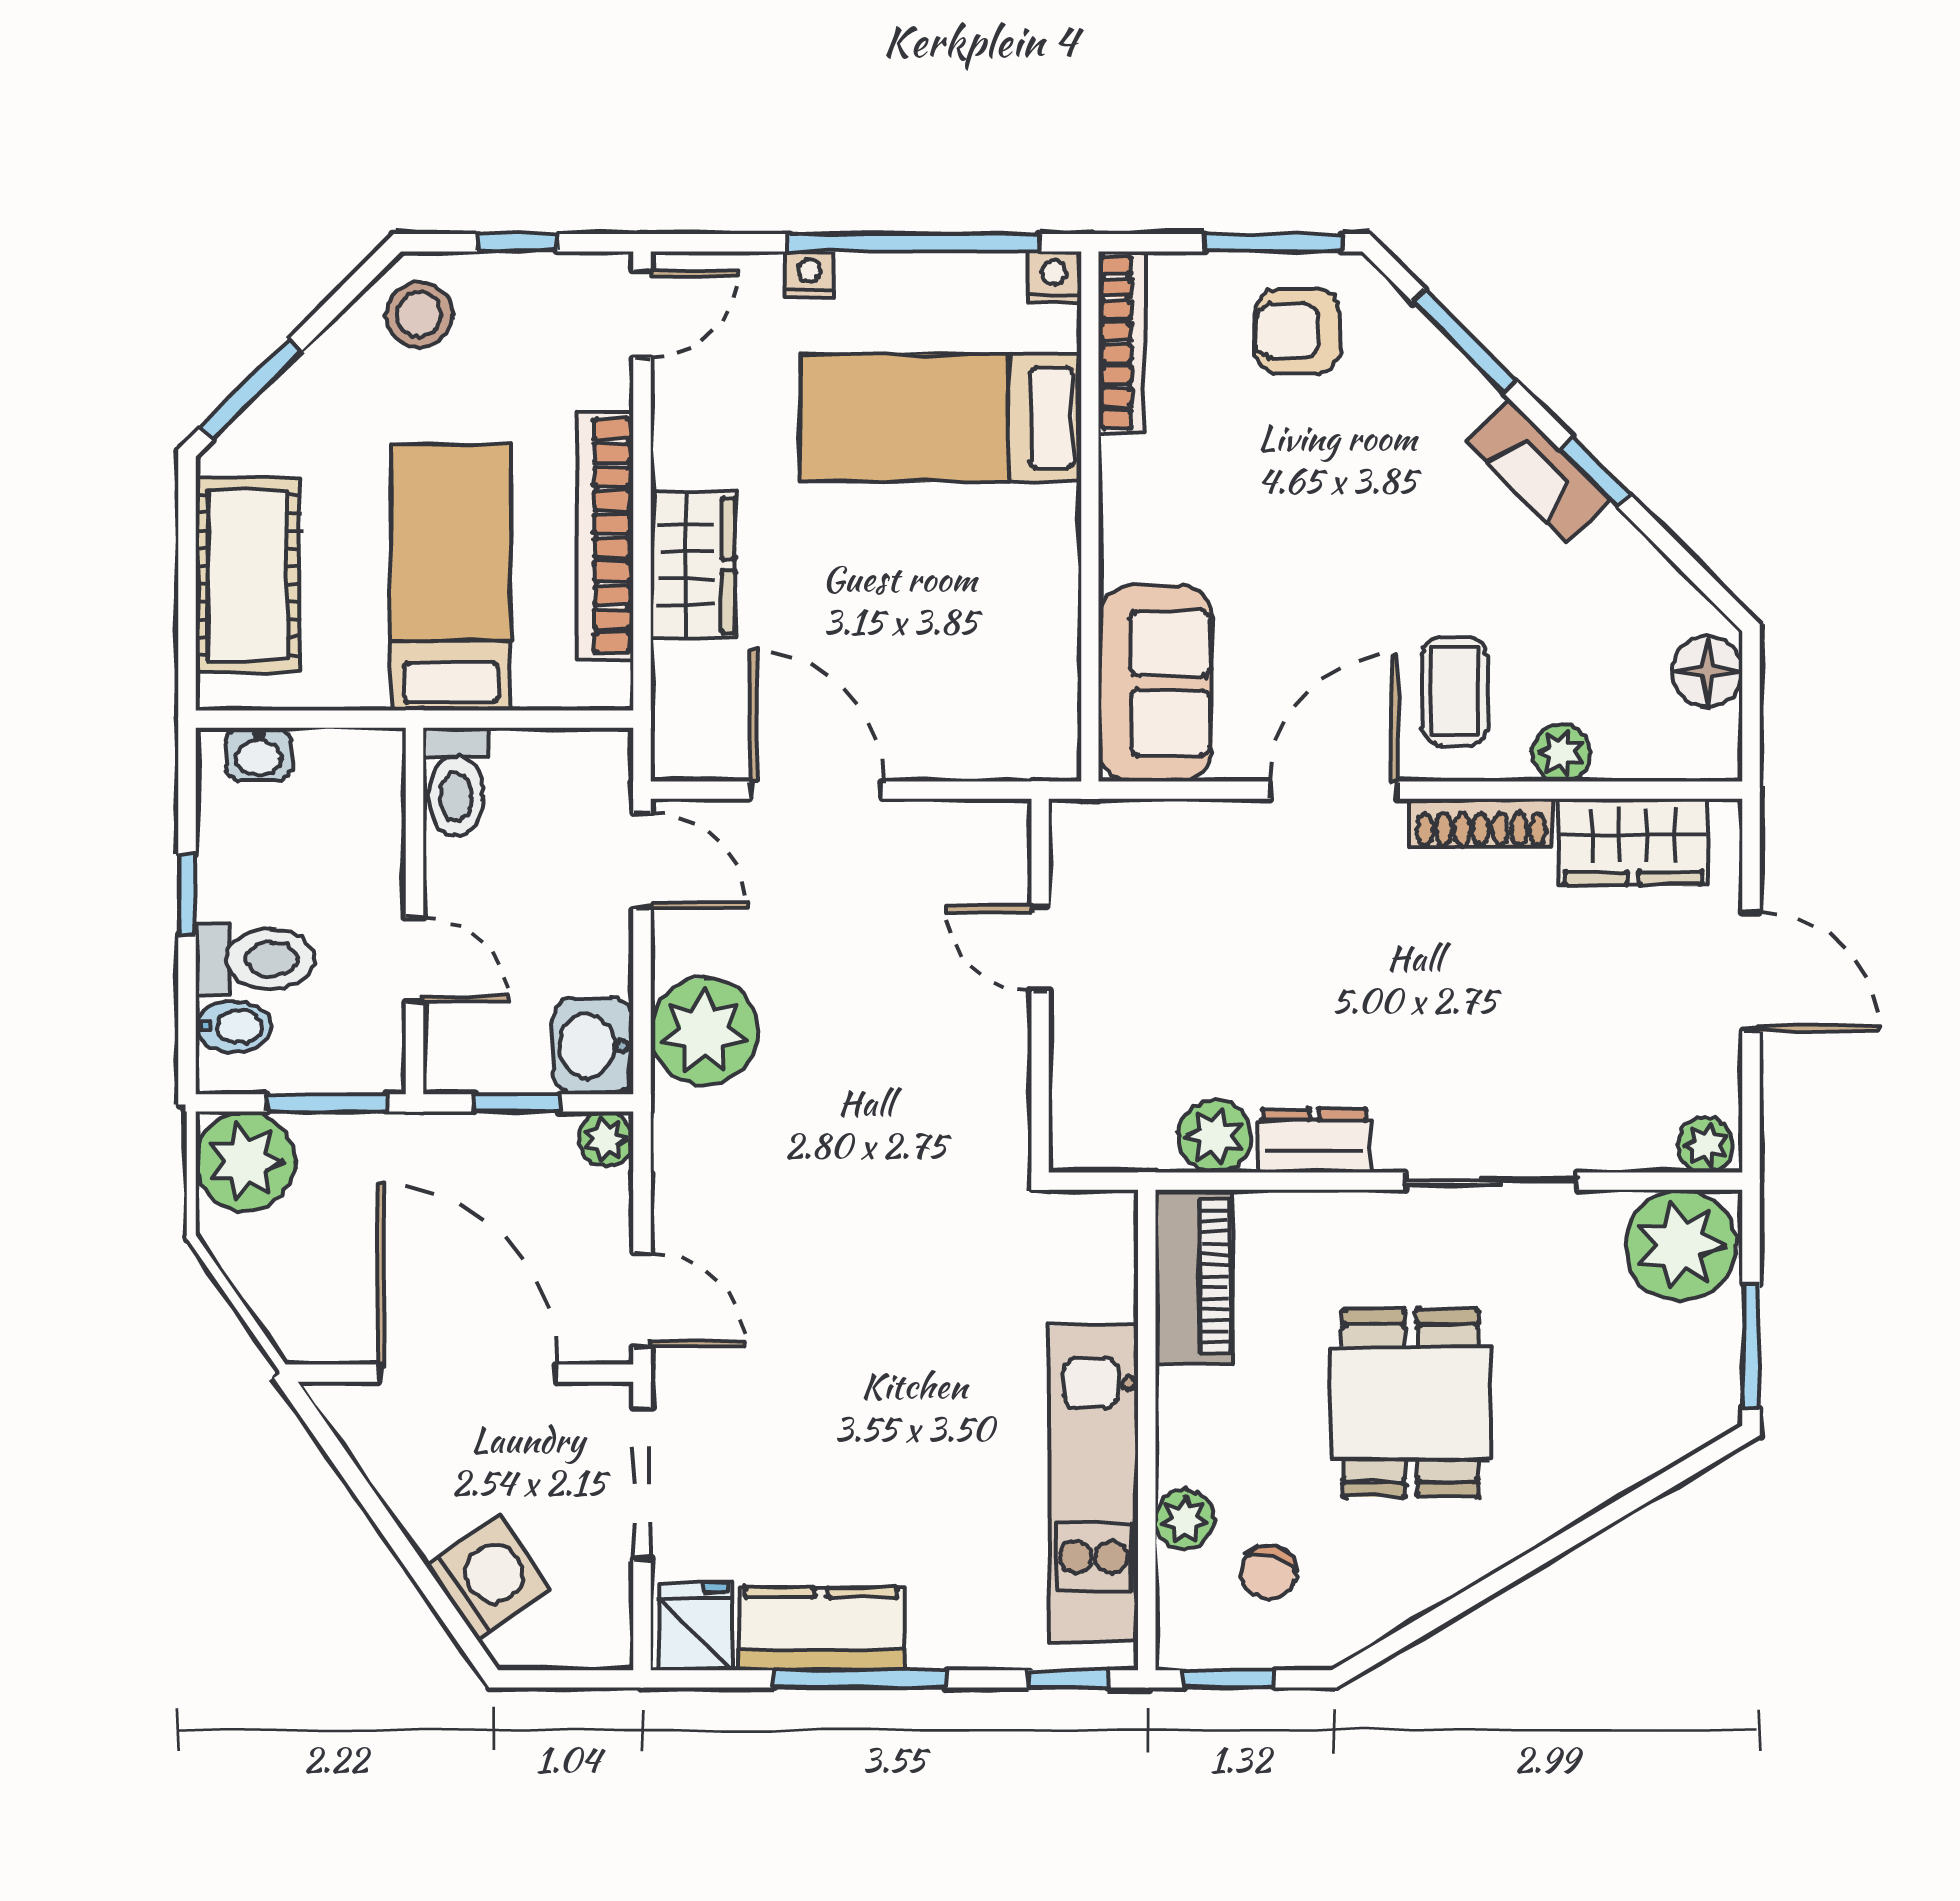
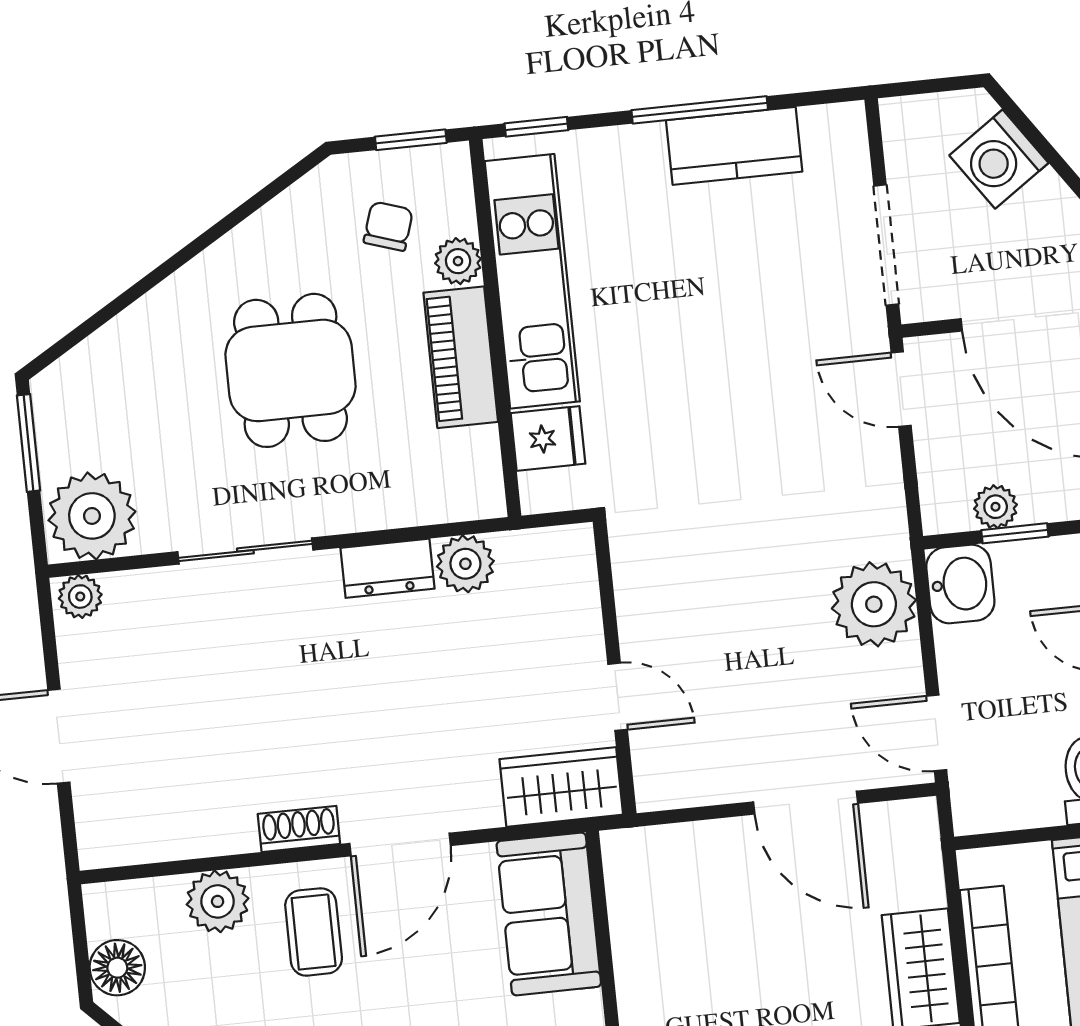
plant: (1561, 753) -> (218, 901), width x1.38, depth x1.38
shoe rack: (1481, 823) -> (299, 829), width x0.70
wardrobe: (1633, 842) -> (561, 787), moved
plant: (606, 1139) -> (996, 507), moved
piano: (1194, 1276) -> (461, 357), moved
fridge: (696, 1626) -> (548, 438), moved, turned -90

